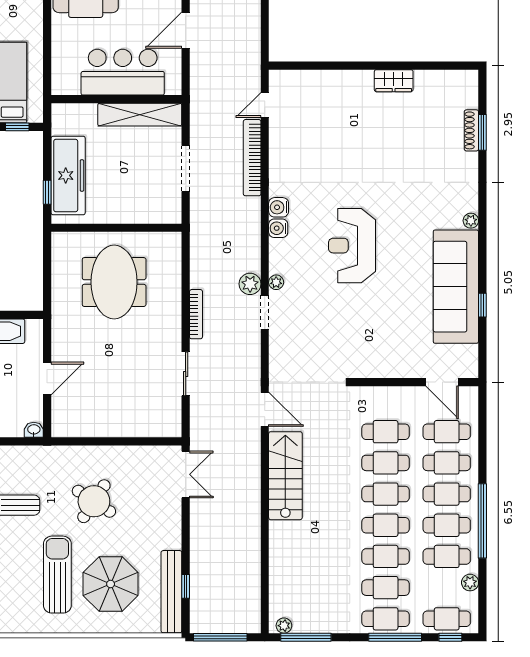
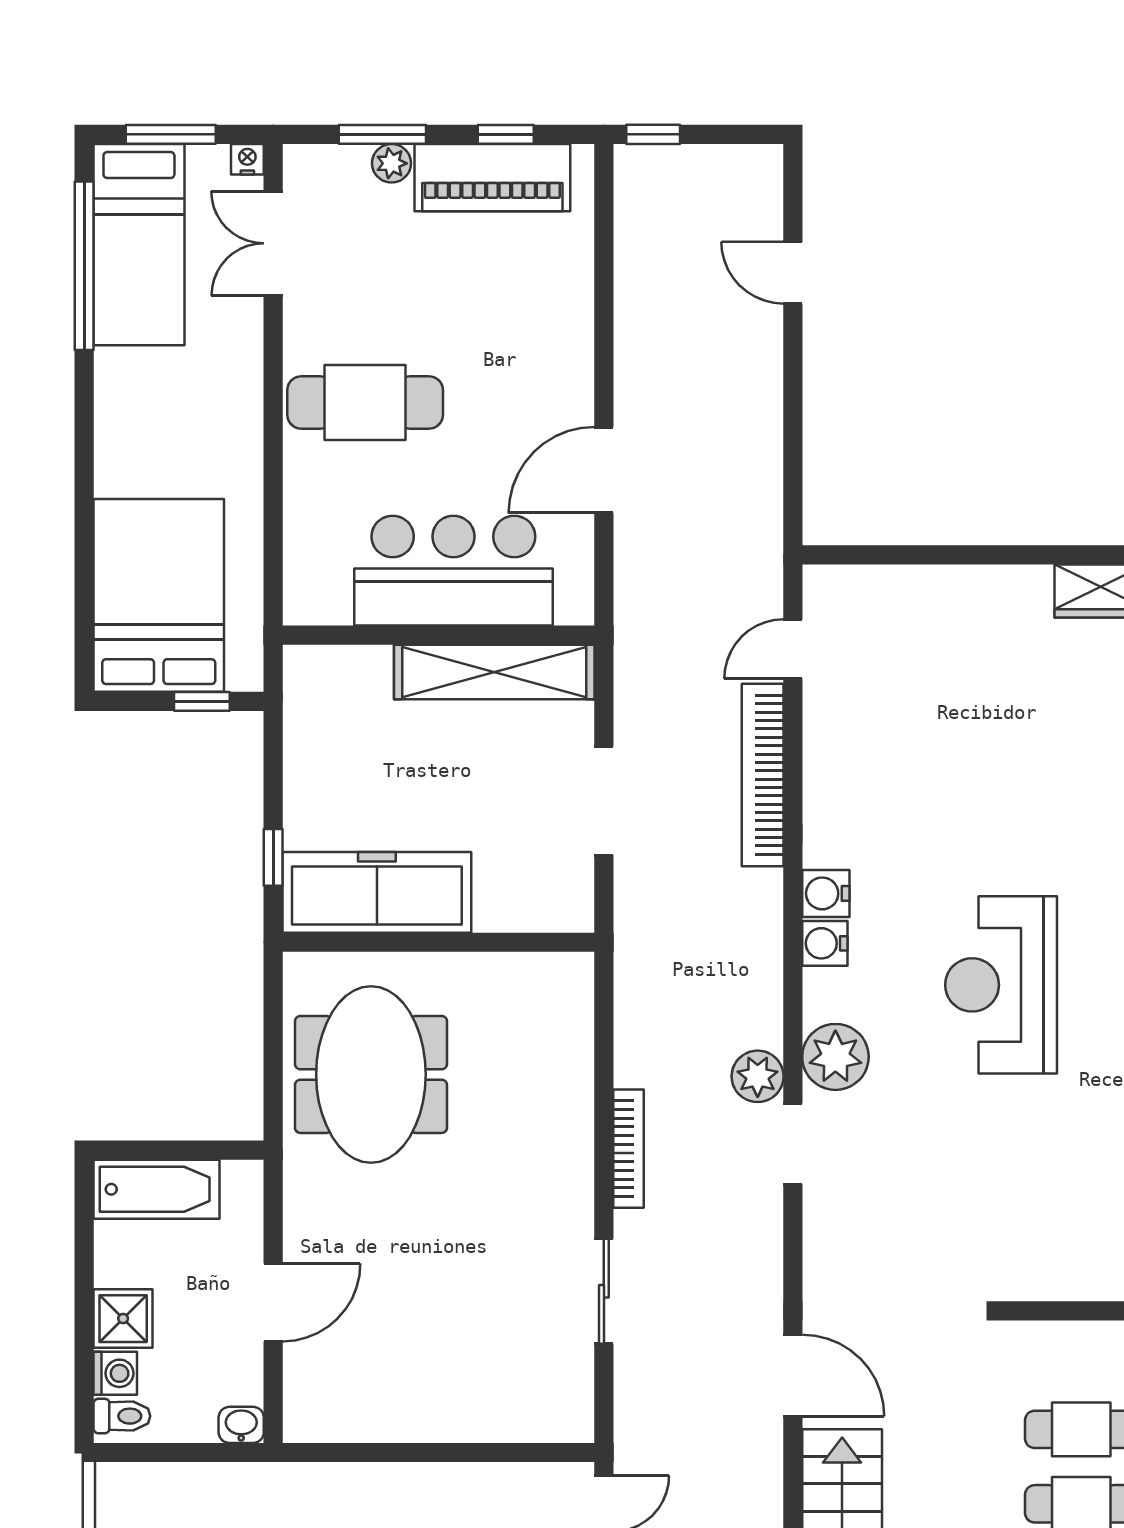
freezer: (68, 175) -> (377, 892), moved, turned -90
meeting table: (114, 282) -> (371, 1074), moved
plant: (276, 282) -> (835, 1057), width x1.87, depth x1.87

